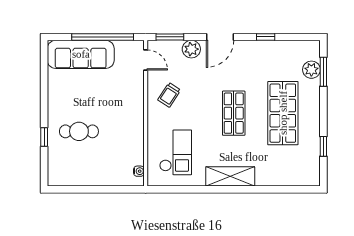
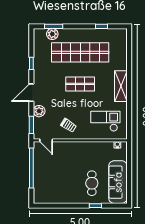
door: (220, 37) -> (31, 93), swing flipped
sofa: (81, 54) -> (118, 182), moved, turned 180
door: (146, 60) -> (46, 140), swing flipped
shop shelf: (283, 113) -> (80, 52), width x1.40

